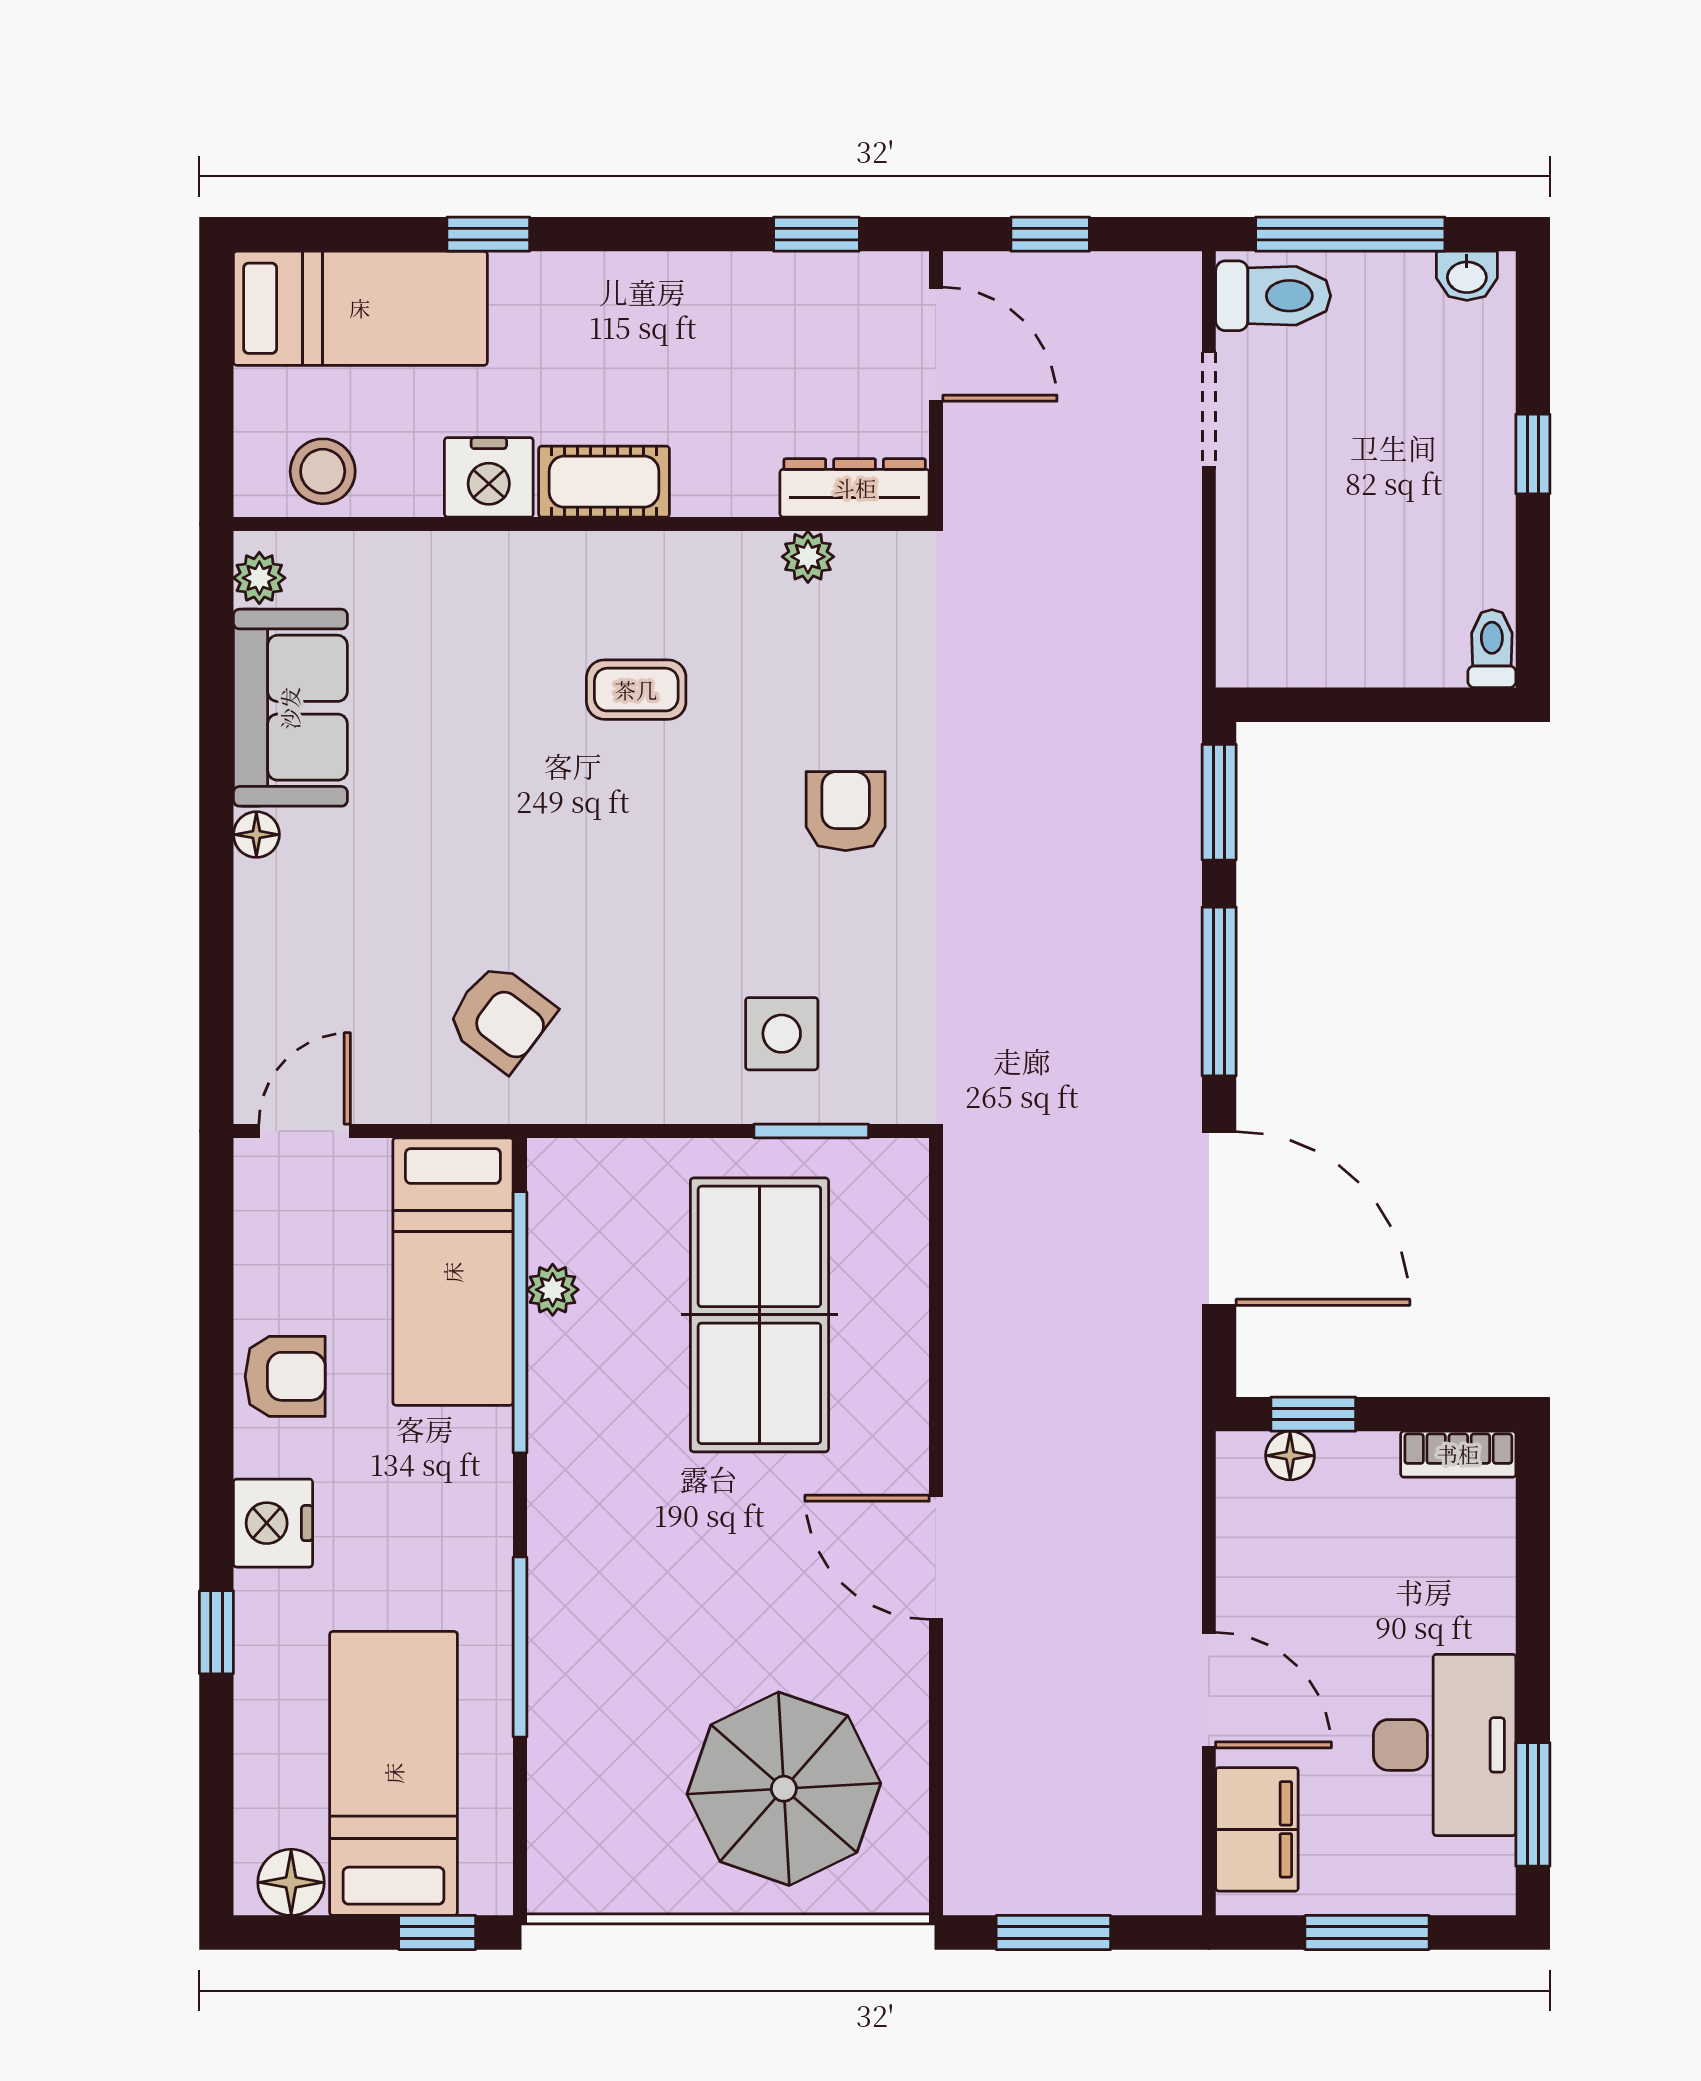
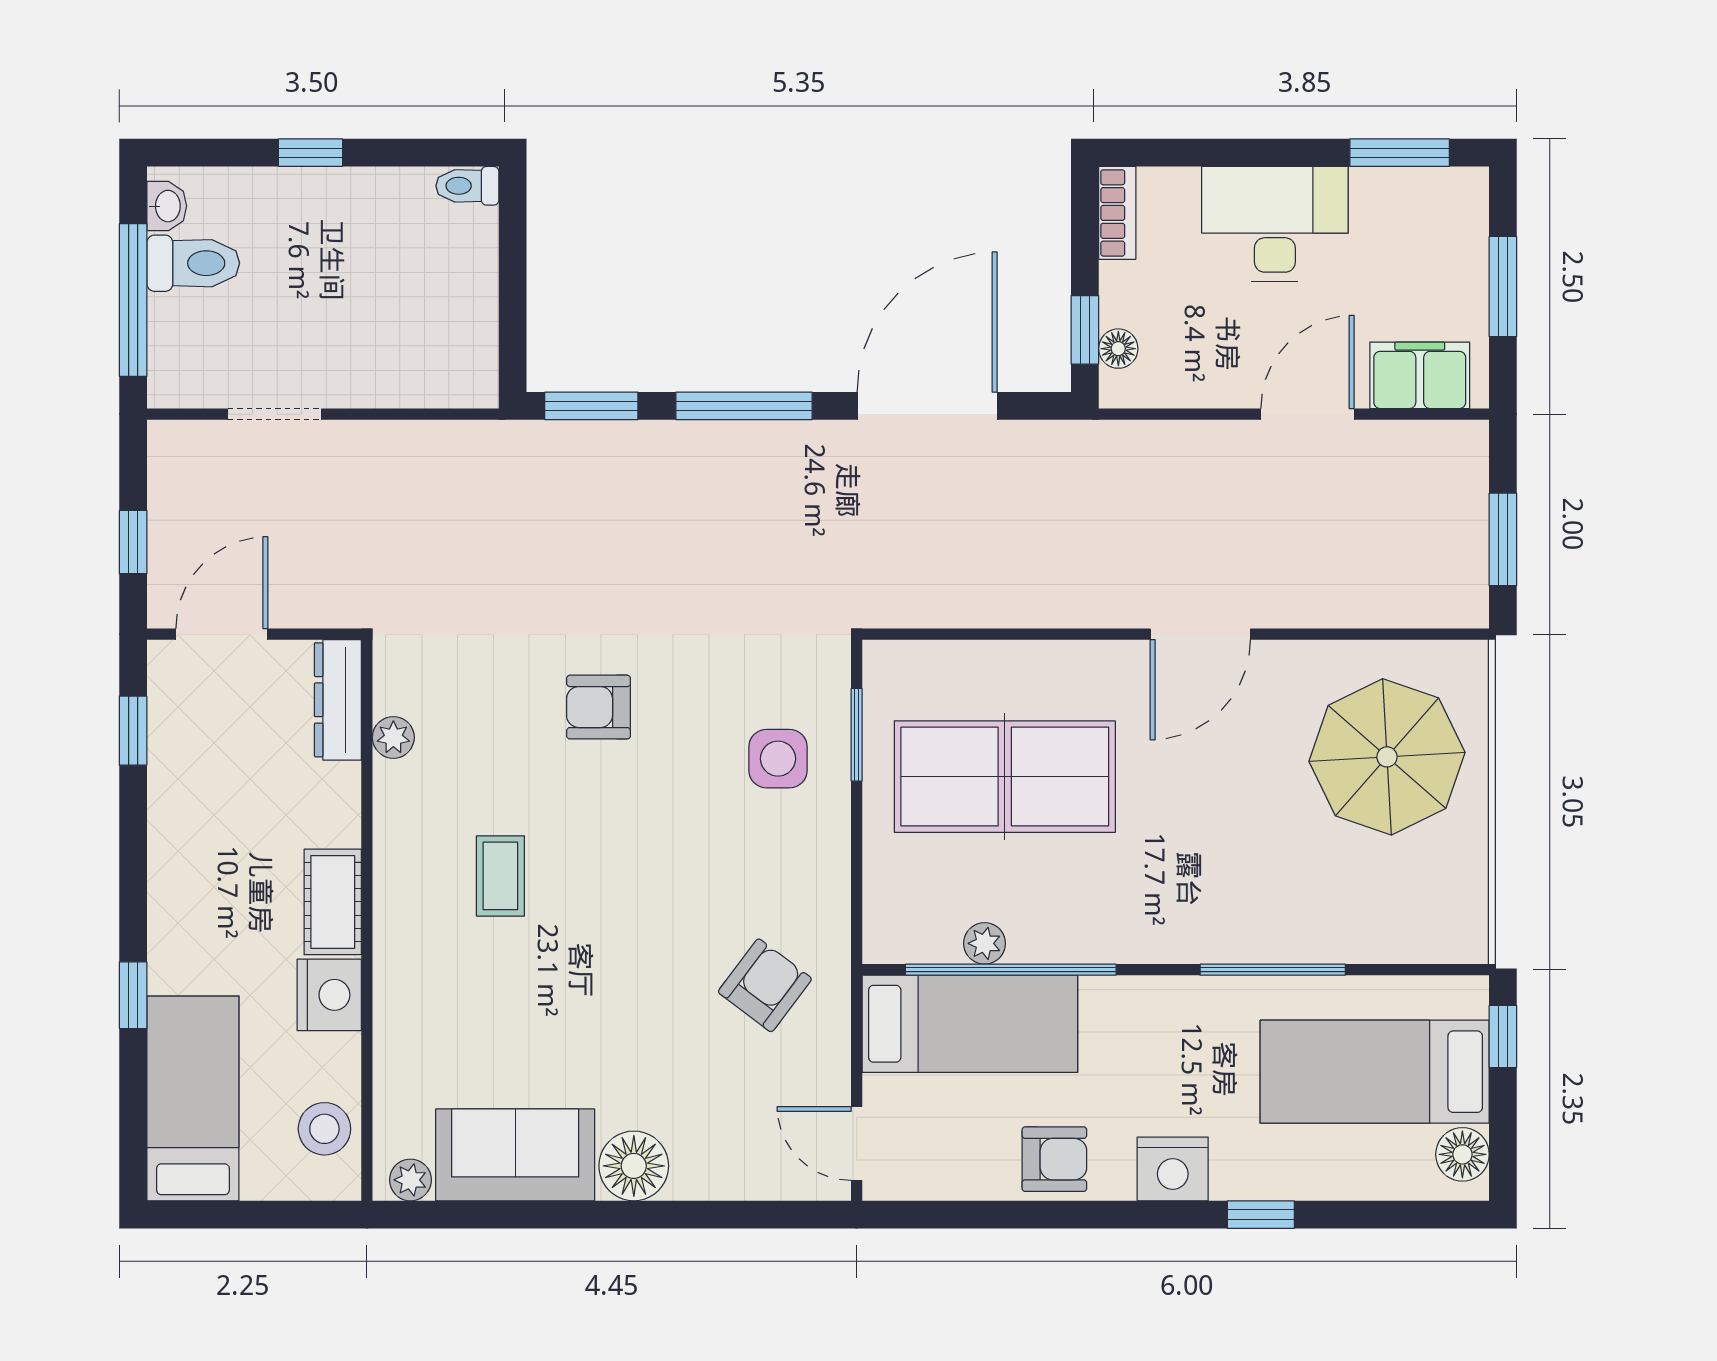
toilet: (1273, 296) -> (193, 263), moved, turned 90
floor lamp: (256, 835) -> (634, 1166), width x1.89, depth x1.89
armchair: (285, 1376) -> (1054, 1159), turned 90
desk: (1445, 1745) -> (1275, 224), moved

